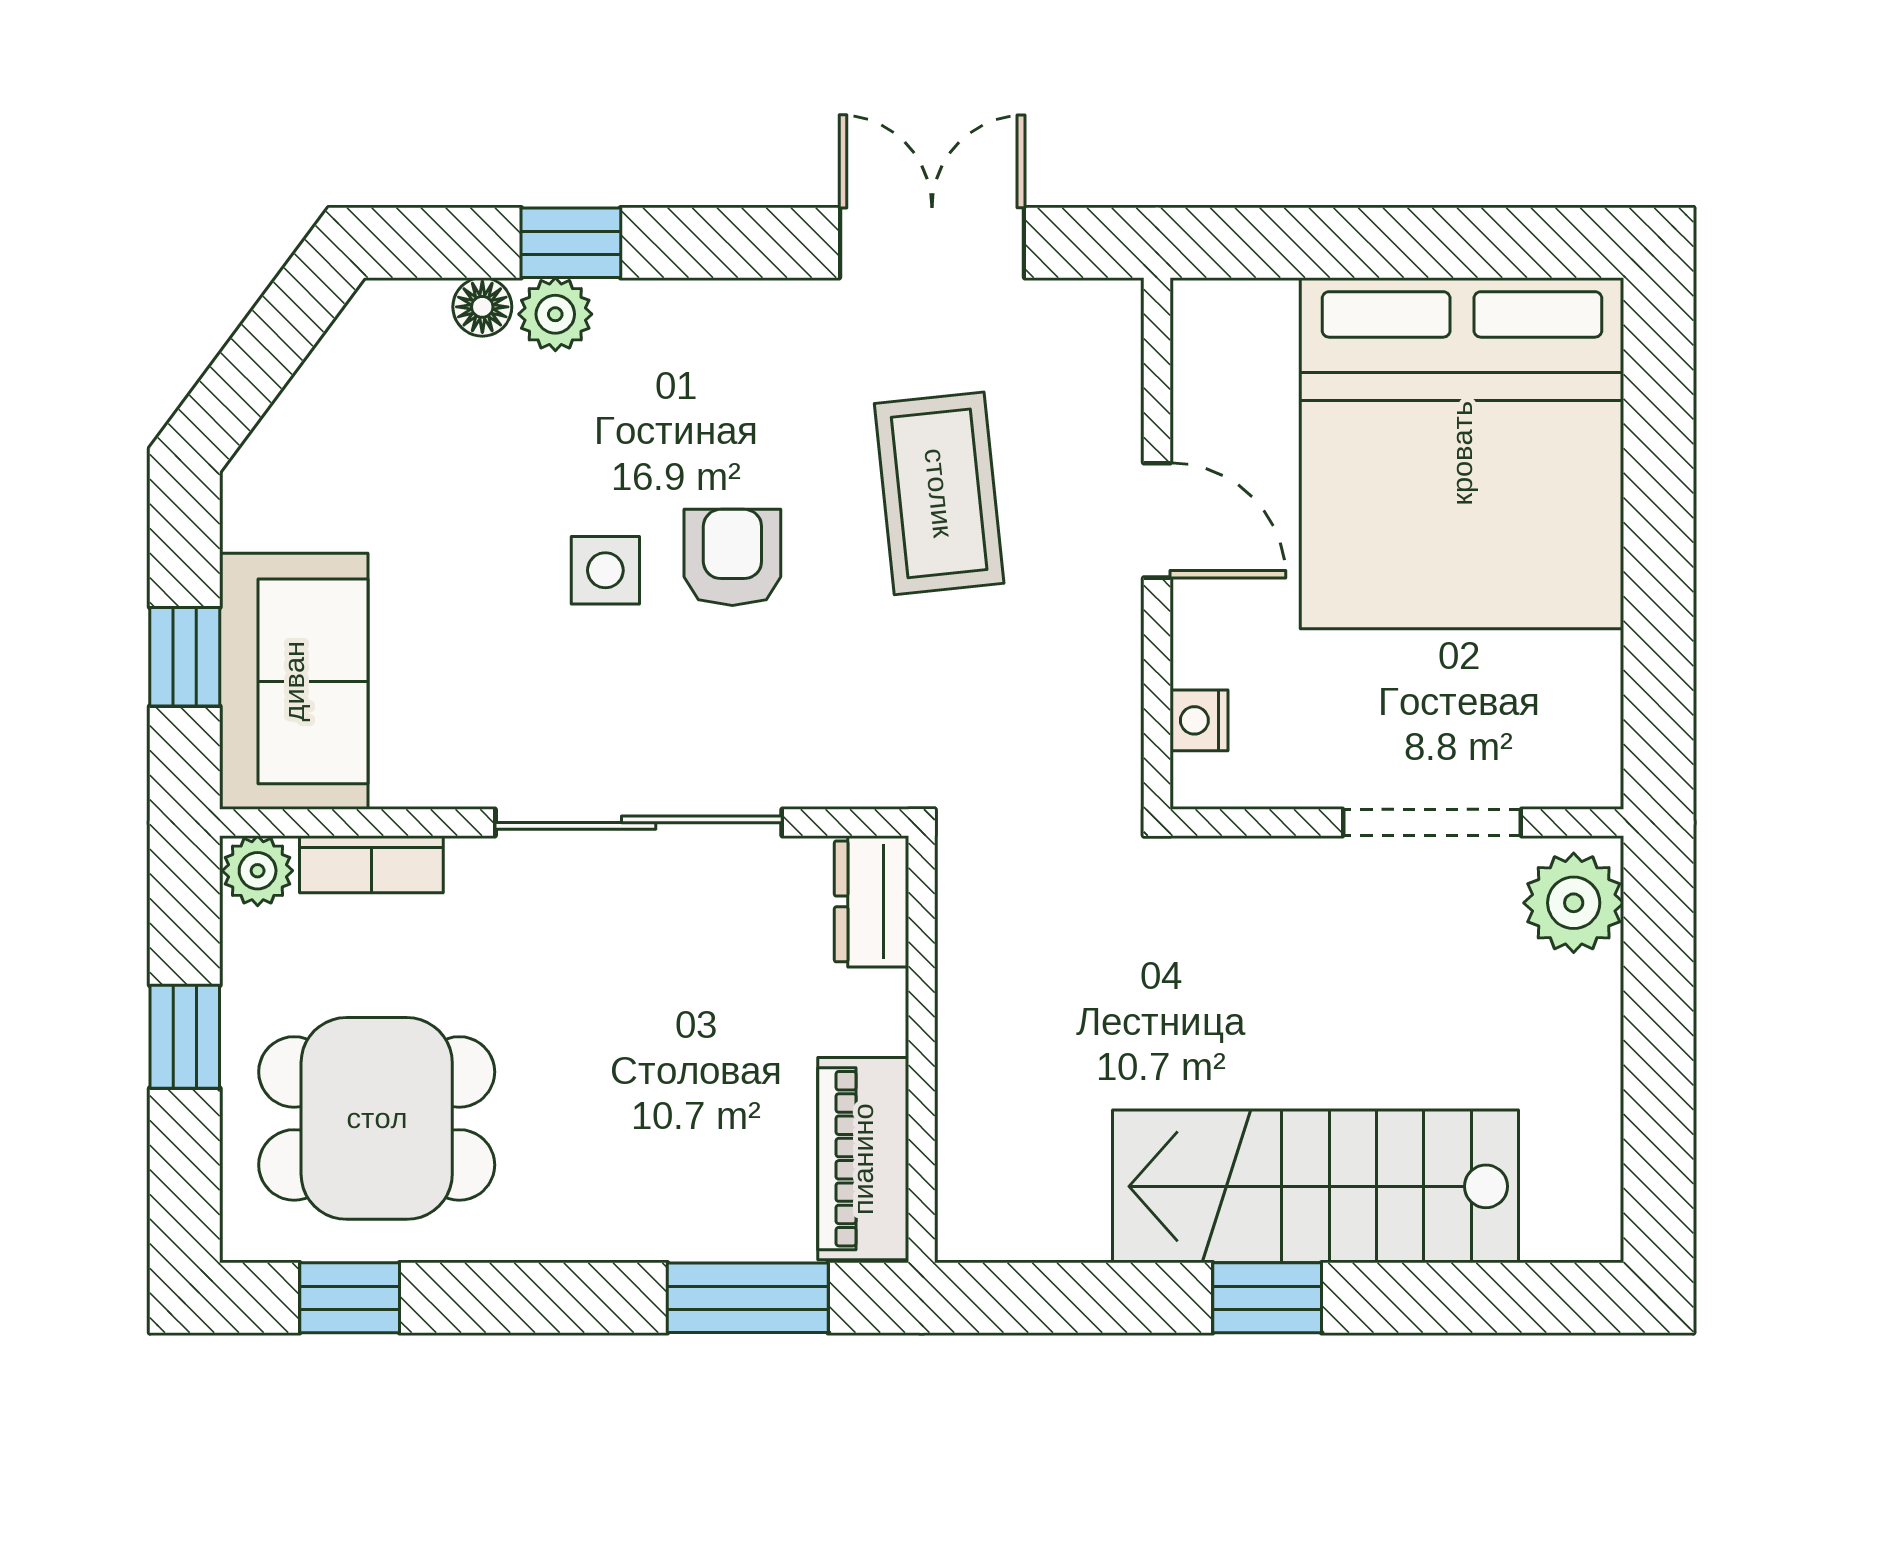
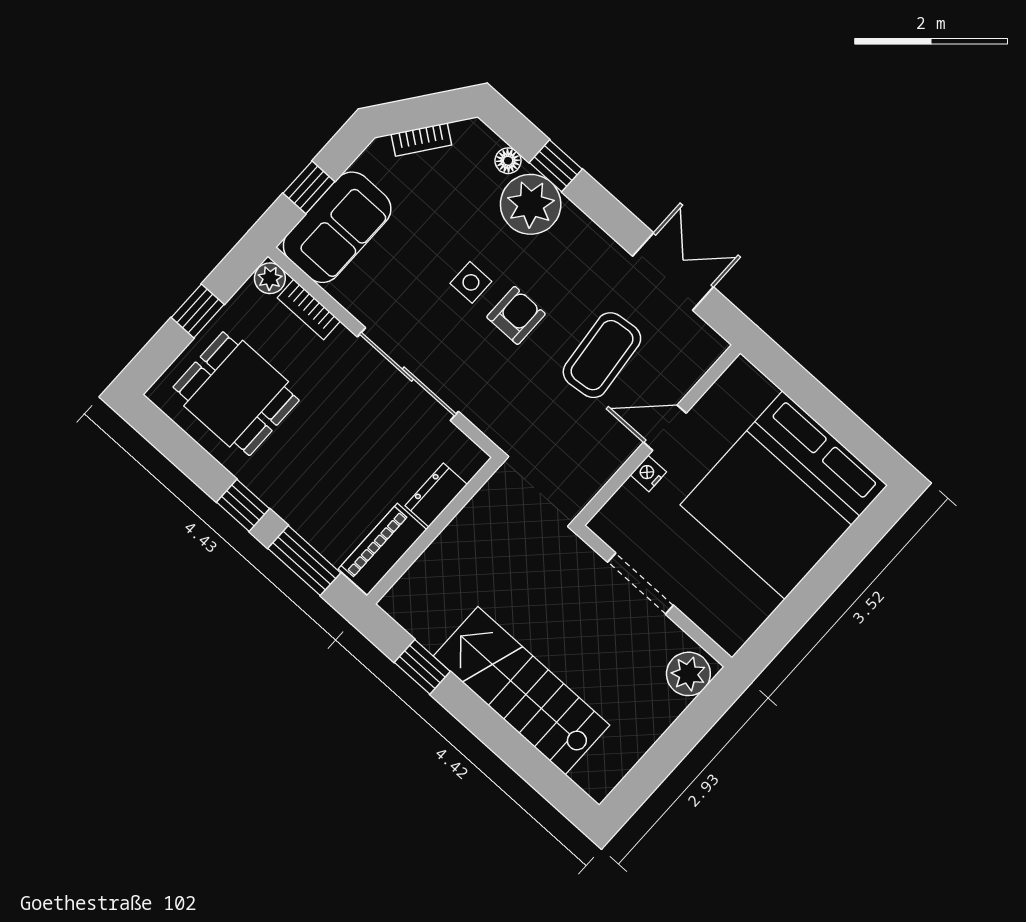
plant: (555, 314) -> (531, 204), width x1.88, depth x1.88
bookcase: (303, 404) -> (421, 140), added
door: (1157, 520) -> (665, 428), swing flipped
nightstand: (1199, 720) -> (648, 473), moved
doorway: (1432, 823) -> (641, 584), moved
dresser: (872, 901) -> (436, 495), moved
window: (350, 1298) -> (243, 505), moved
window: (1267, 1298) -> (422, 667), moved

